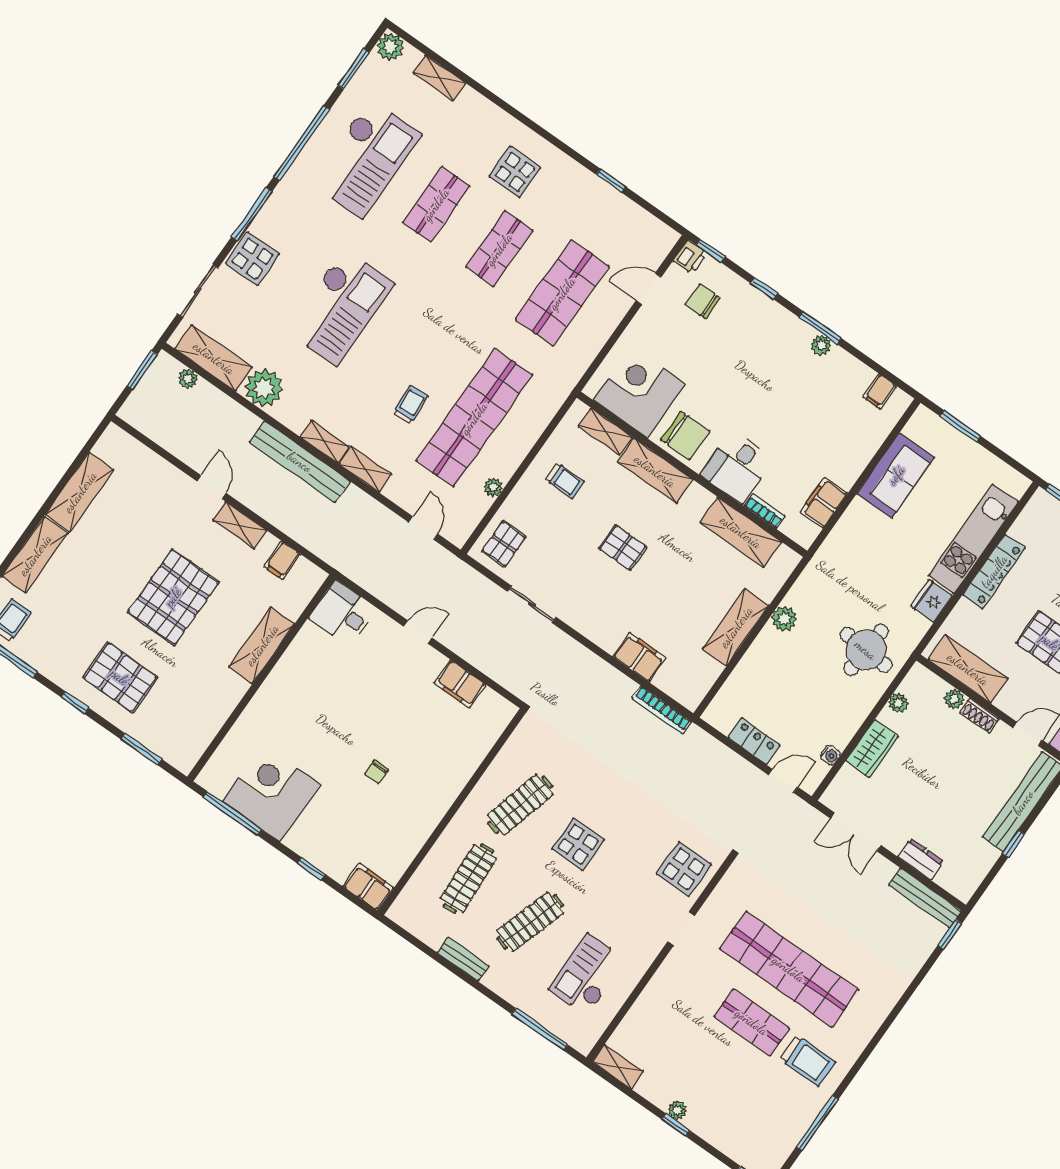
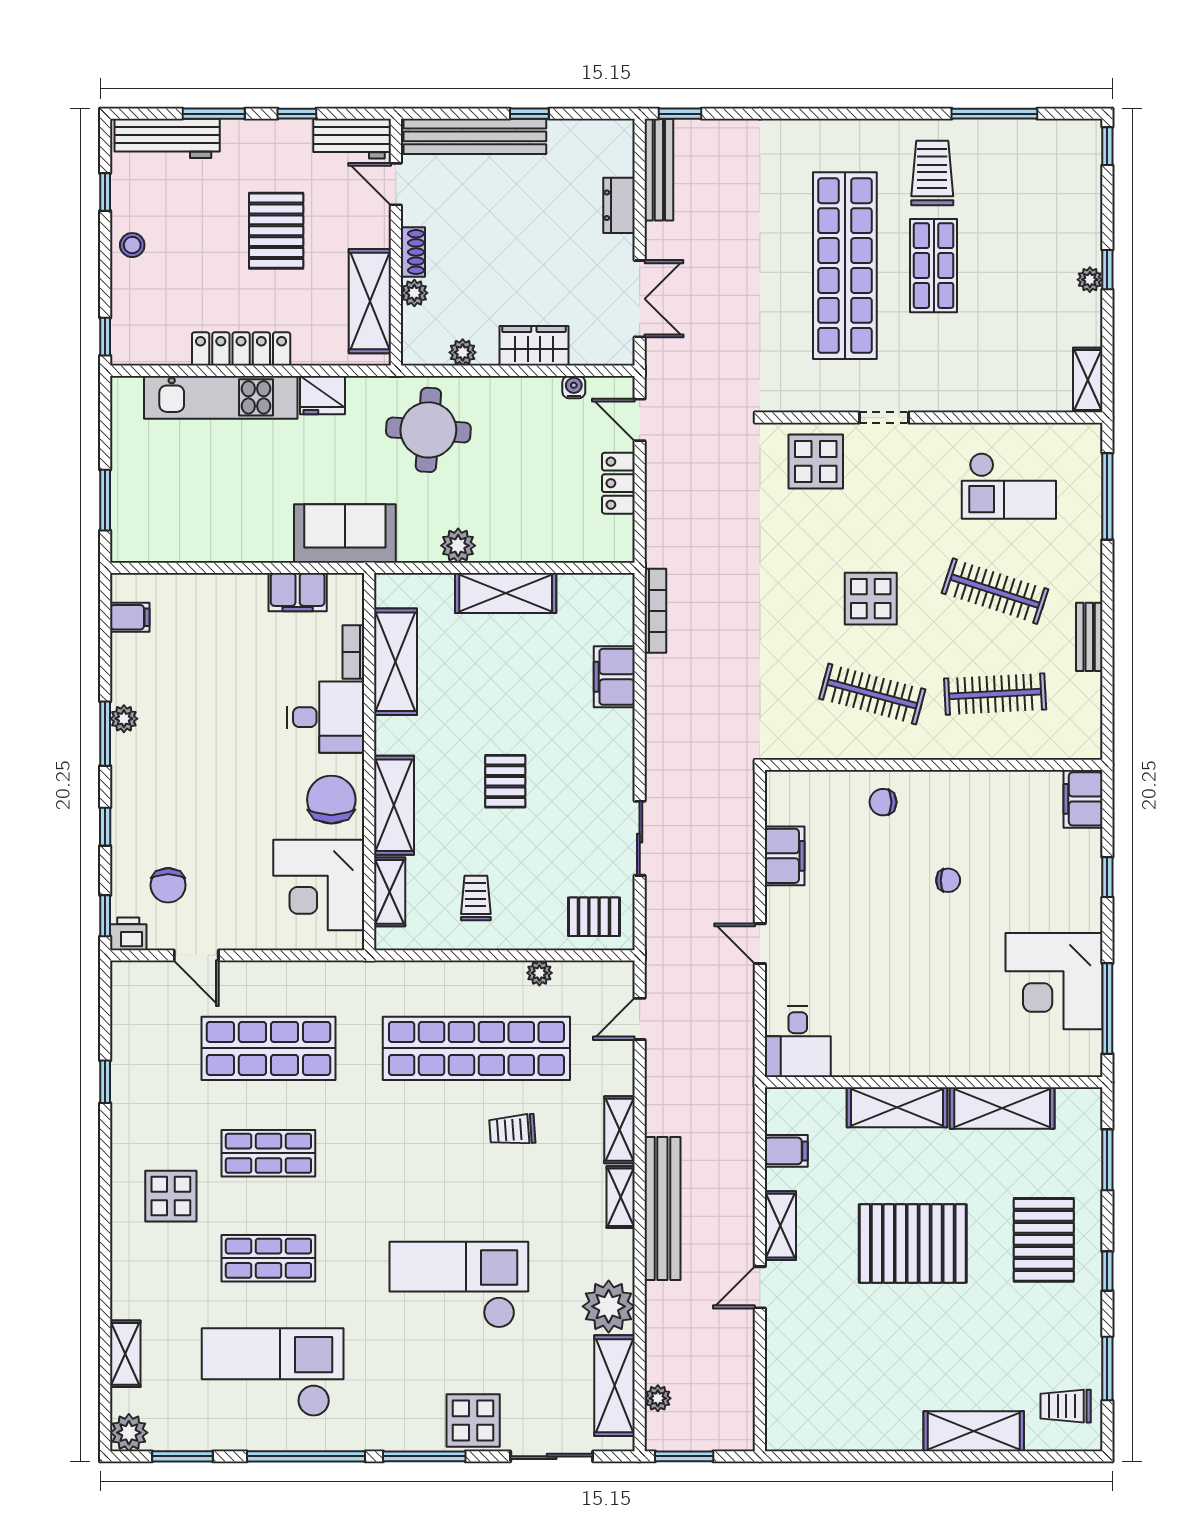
sofa: (896, 475) -> (345, 533), moved
shelving: (80, 492) -> (1002, 1108), moved
chair: (451, 766) -> (883, 802), added

